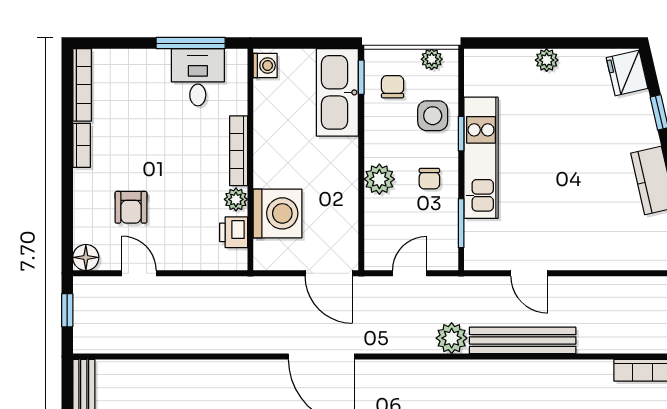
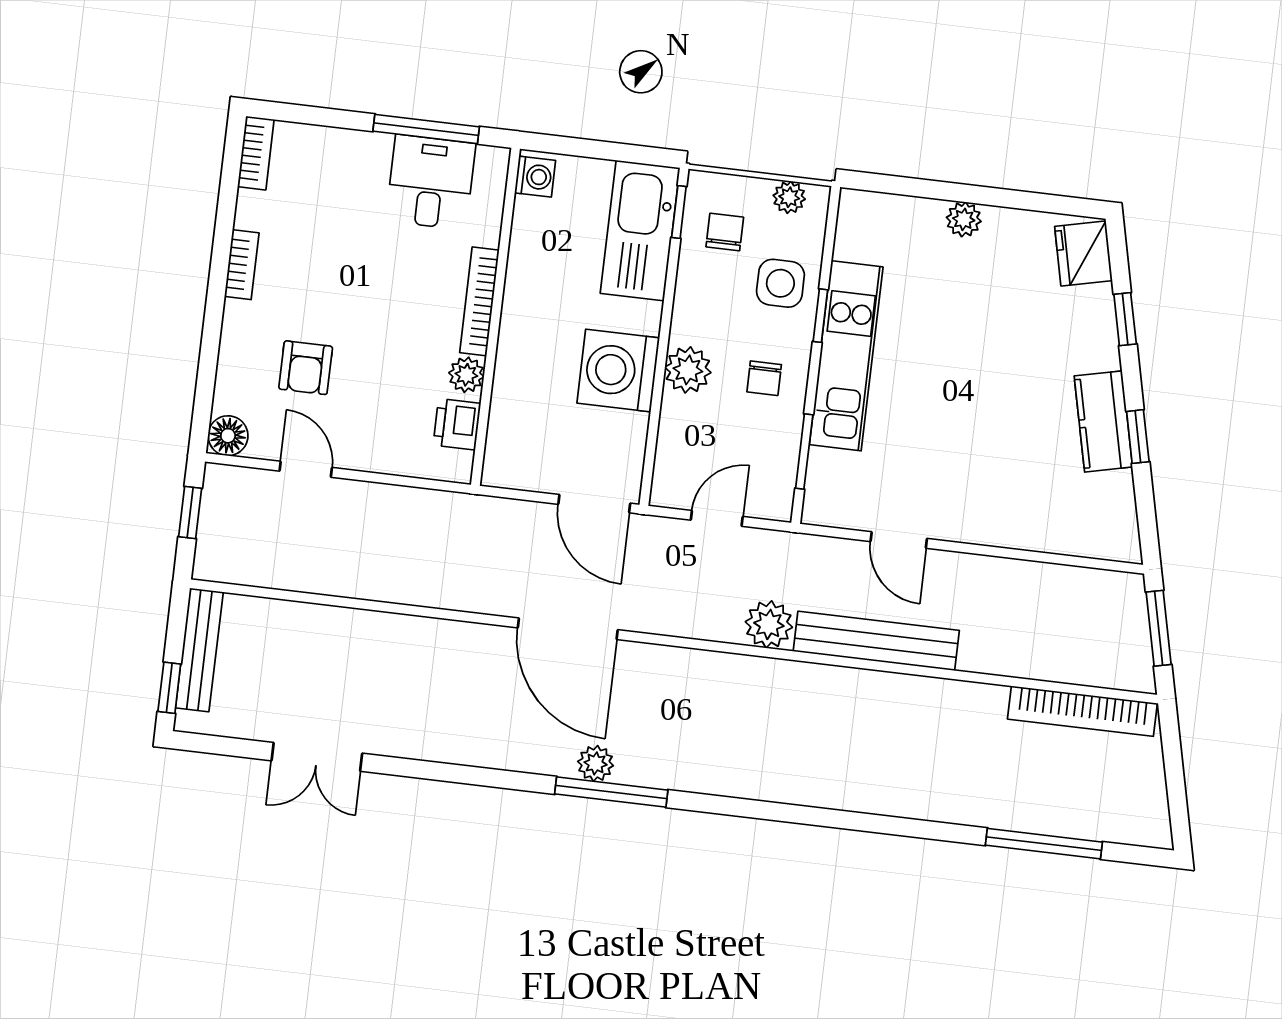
bookcase: (82, 85) -> (256, 153), width x0.64
washing machine: (277, 213) -> (618, 370), moved, turned 180

